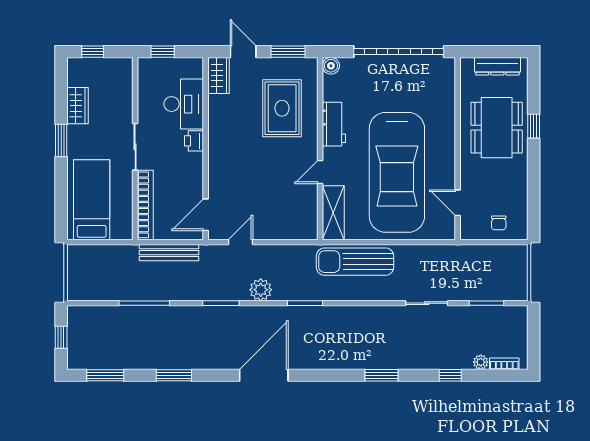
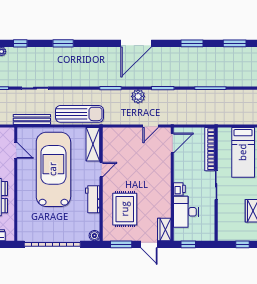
window: (163, 52) -> (188, 244), moved
bench: (169, 253) -> (32, 119), moved

